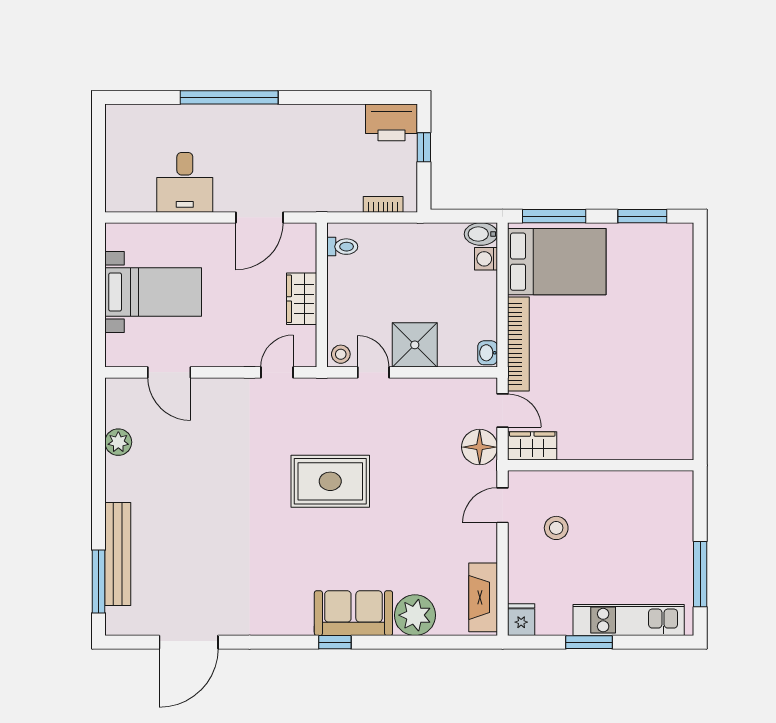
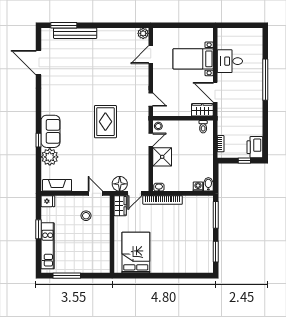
bed: (557, 262) -> (136, 252), moved, turned 180
bed with nightstands: (153, 292) -> (193, 59), moved, turned 90
wardrobe: (302, 299) -> (202, 110), moved
plant: (118, 442) -> (143, 33), moved
window: (335, 642) -> (38, 140), moved

